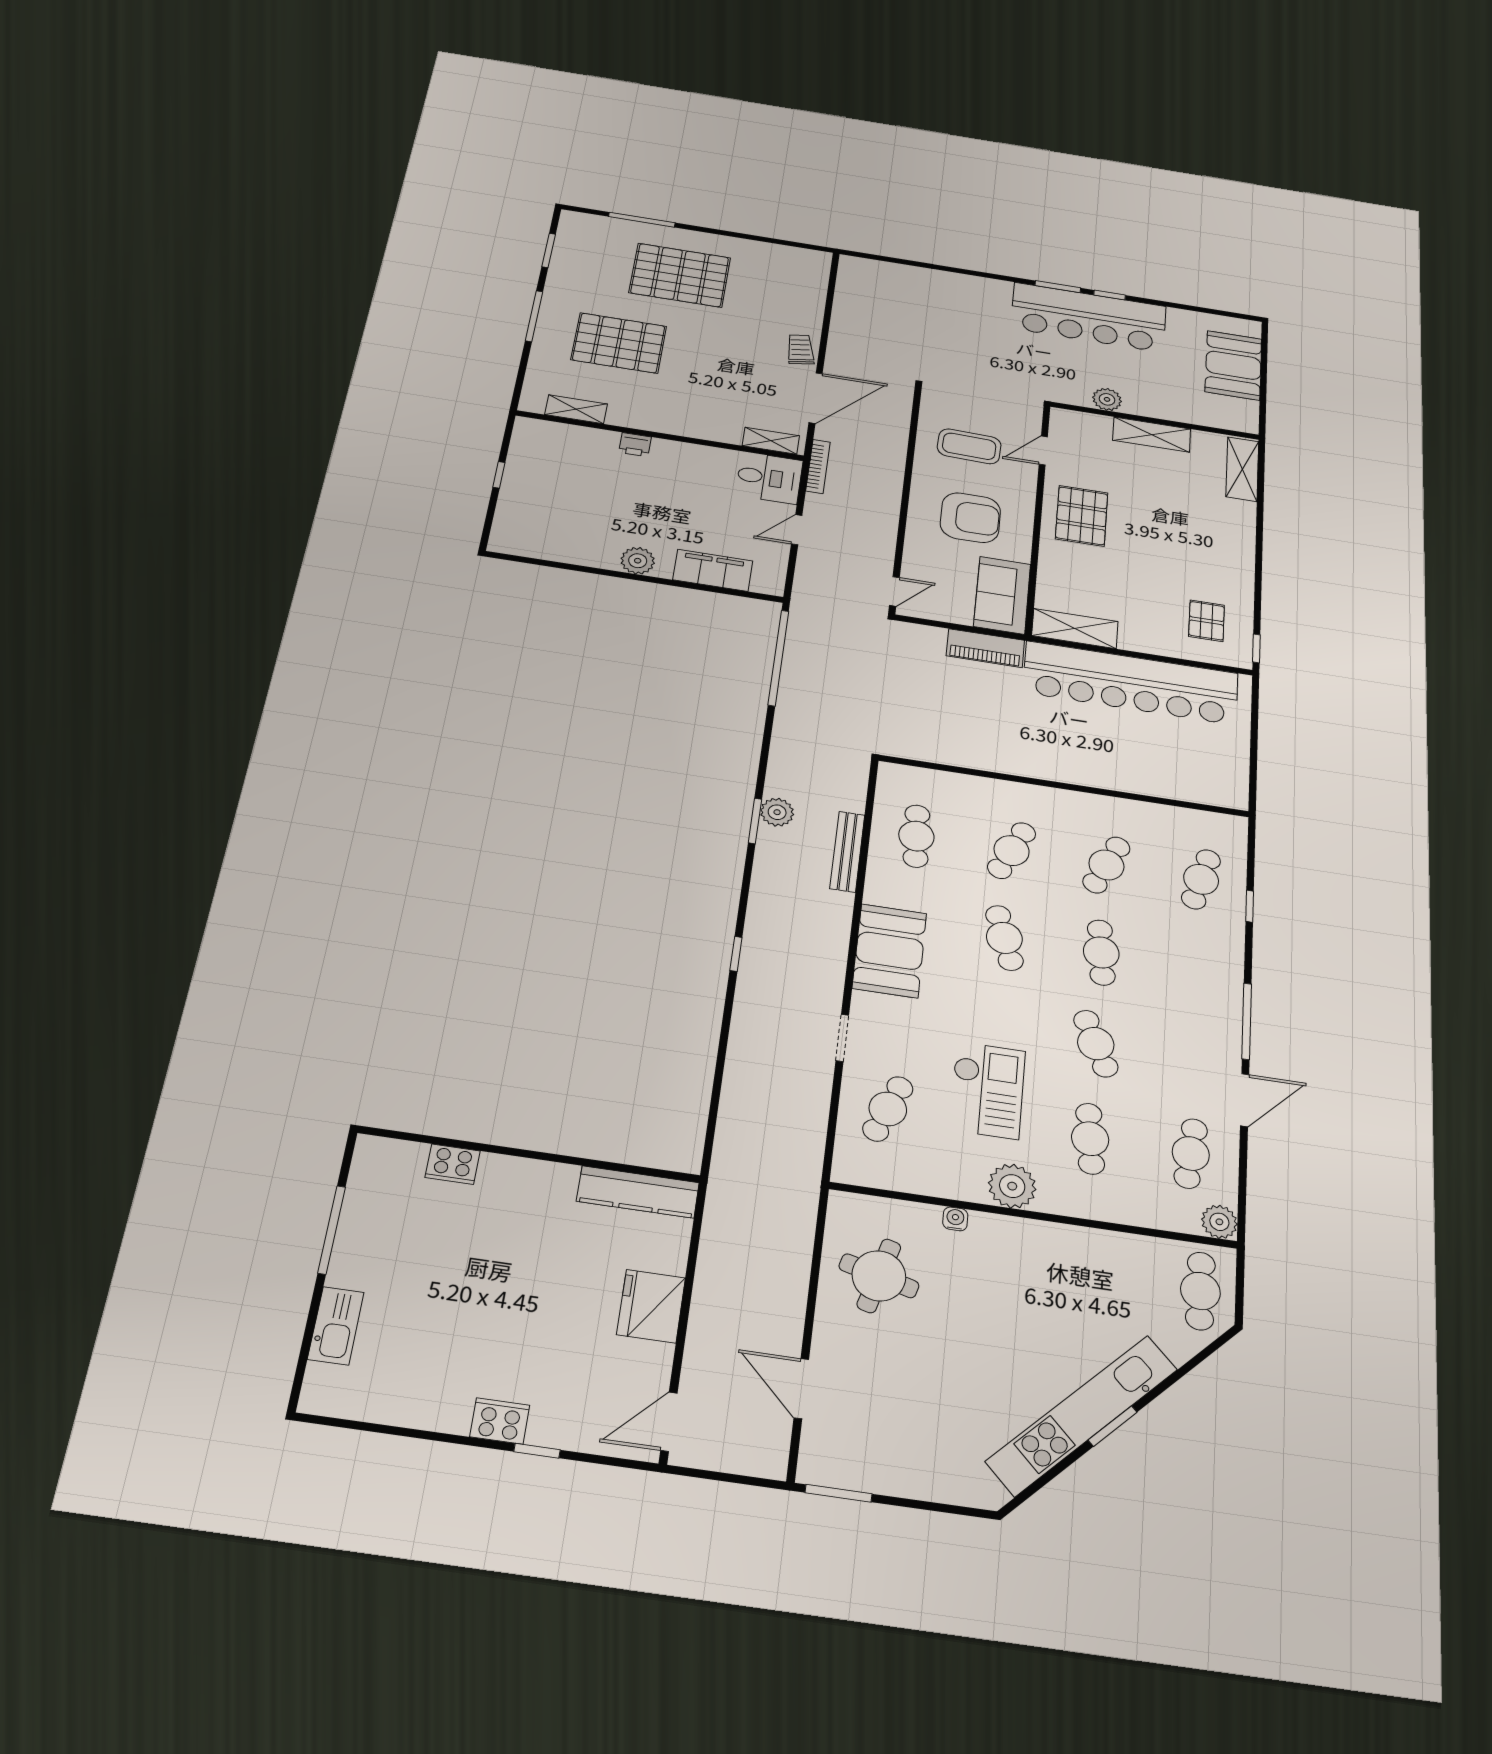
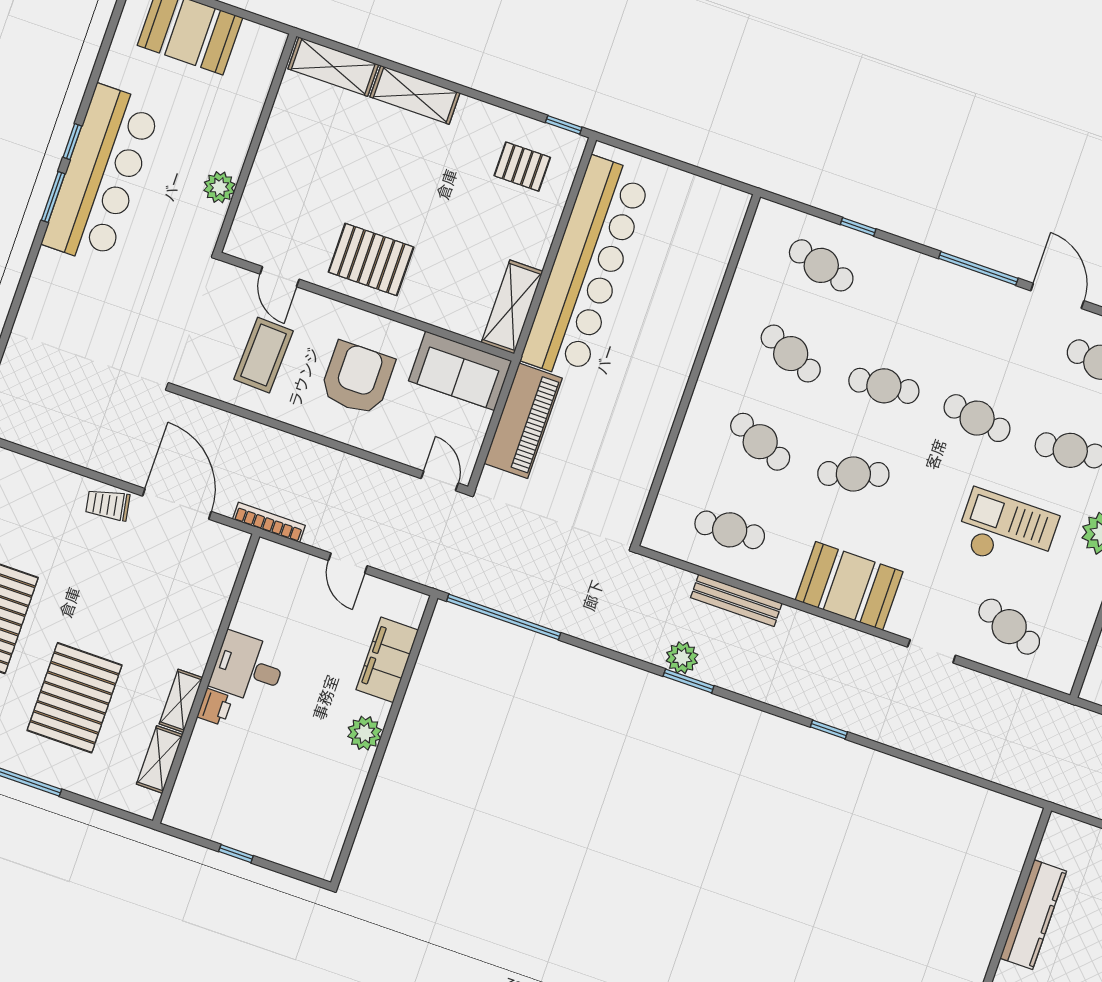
shelving: (1152, 435) -> (415, 95), moved, turned 90
shelving: (771, 441) -> (181, 701), moved
desk: (769, 478) -> (248, 668), moved, turned -90
piano: (985, 648) -> (523, 421), width x1.37, depth x1.33
cafe table: (1096, 1044) -> (977, 418), turned 33
kitchen counter: (638, 1192) -> (1033, 915), moved

